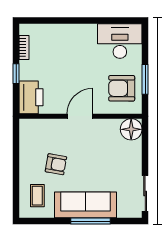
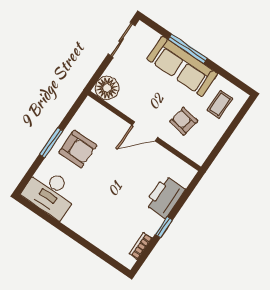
door: (80, 116) -> (145, 131), moved
wall: (81, 116) -> (144, 131), moved
floor lamp: (131, 129) -> (107, 88), moved

